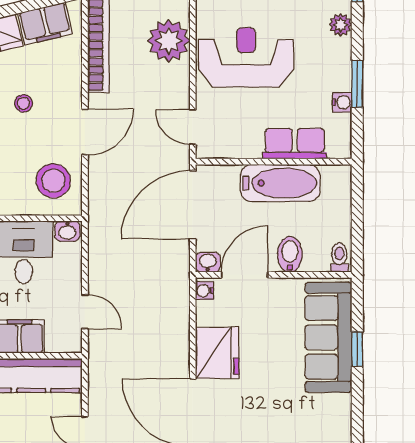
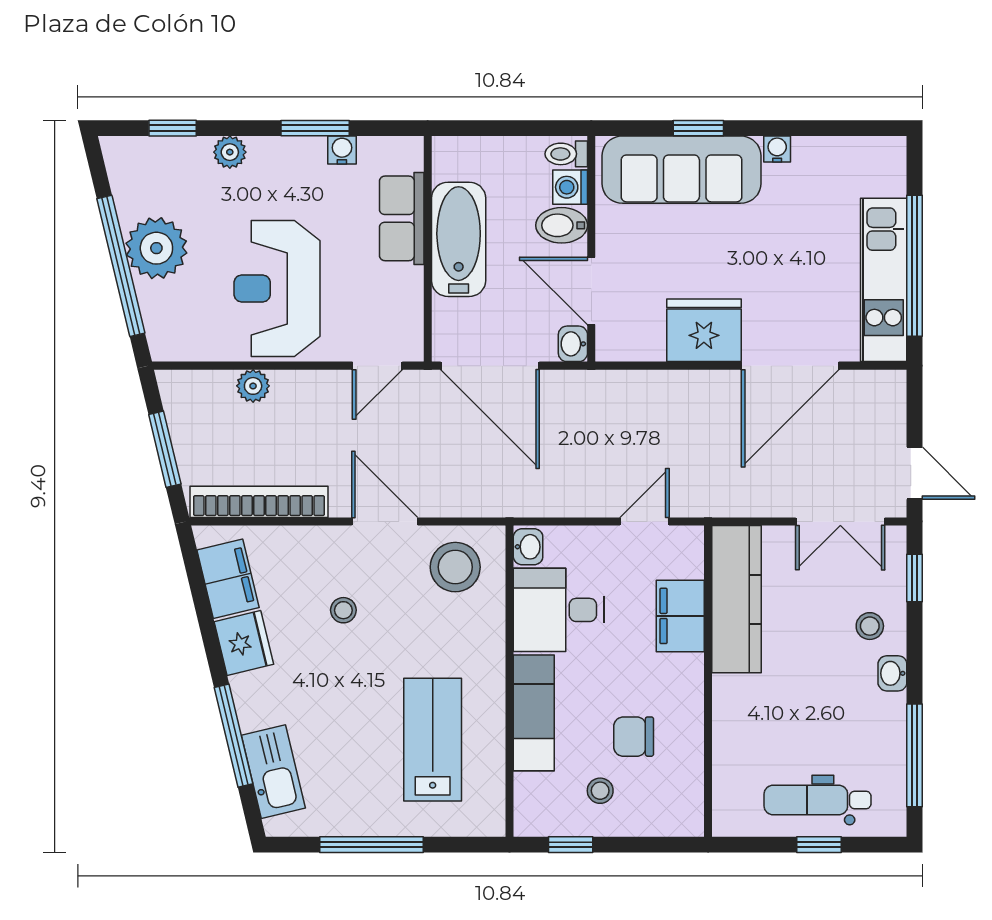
plant: (169, 41) -> (253, 386), width x0.53, depth x0.53
washing machine: (316, 260) -> (570, 187), added
water cooler: (205, 291) -> (777, 149), moved, turned 180

